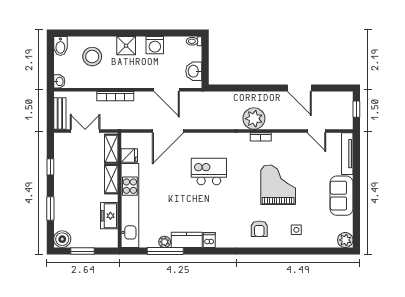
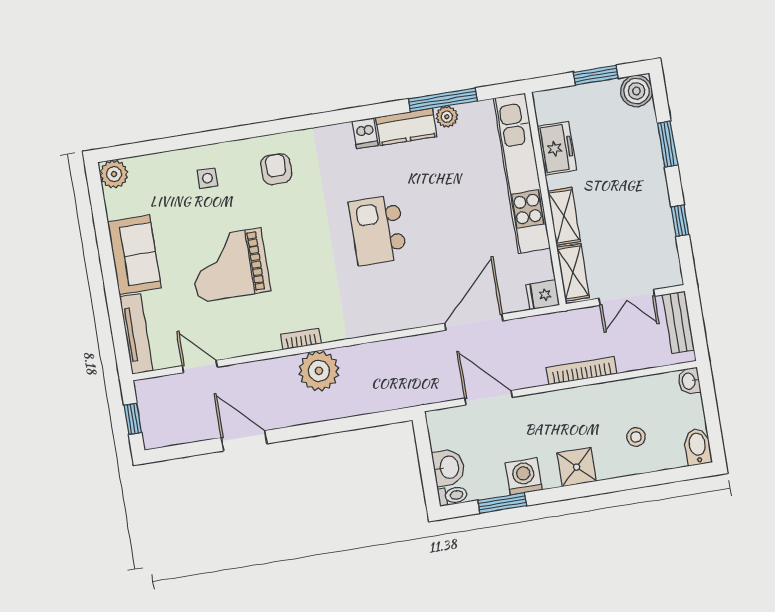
window: (168, 33) -> (502, 503), added
stool: (92, 57) -> (636, 437), width x0.53, depth x0.53
washbasin: (194, 71) -> (448, 467), moved
fridge: (129, 156) -> (543, 295), moved
kitchen island: (209, 171) -> (378, 230), moved, turned 90
grand piano: (278, 185) -> (229, 265), moved, turned 90

